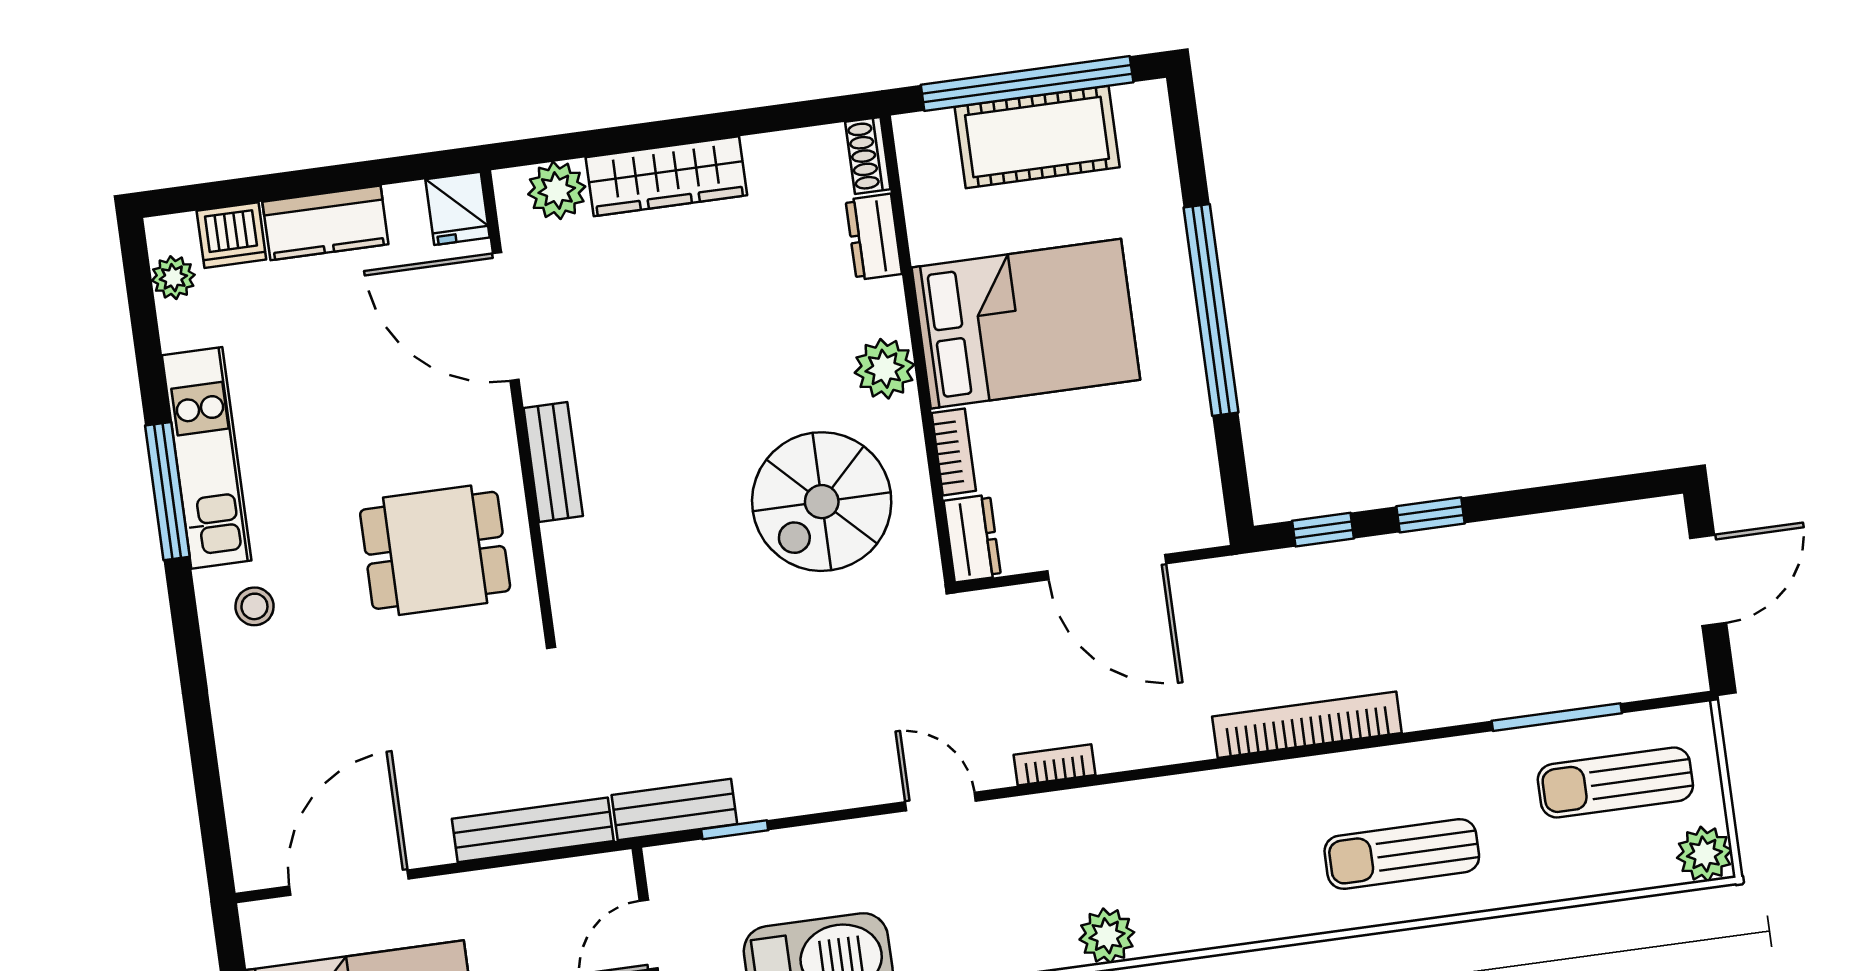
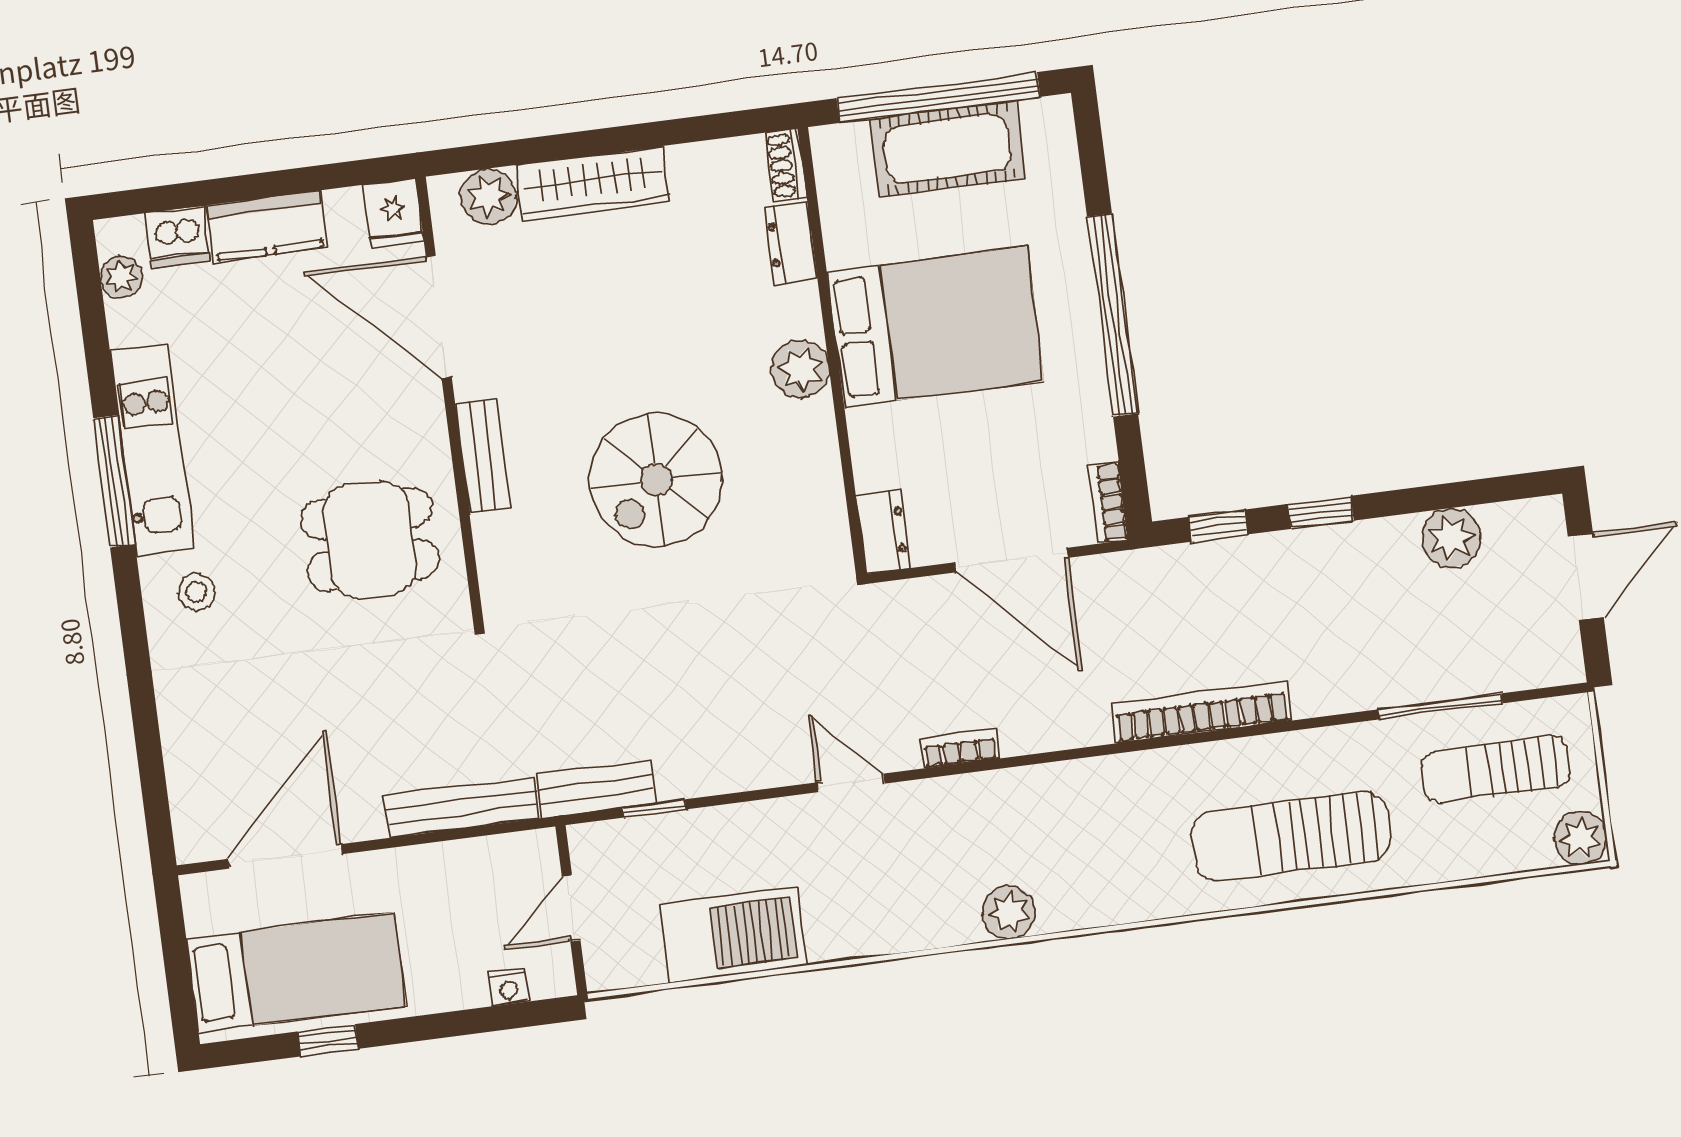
bookcase: (954, 452) -> (1108, 502), moved, turned 180
spiral stairs: (822, 502) -> (656, 480), moved
plant: (1567, 540) -> (1451, 538), added
sun lounger: (1402, 854) -> (1291, 836), width x1.36, depth x1.34

